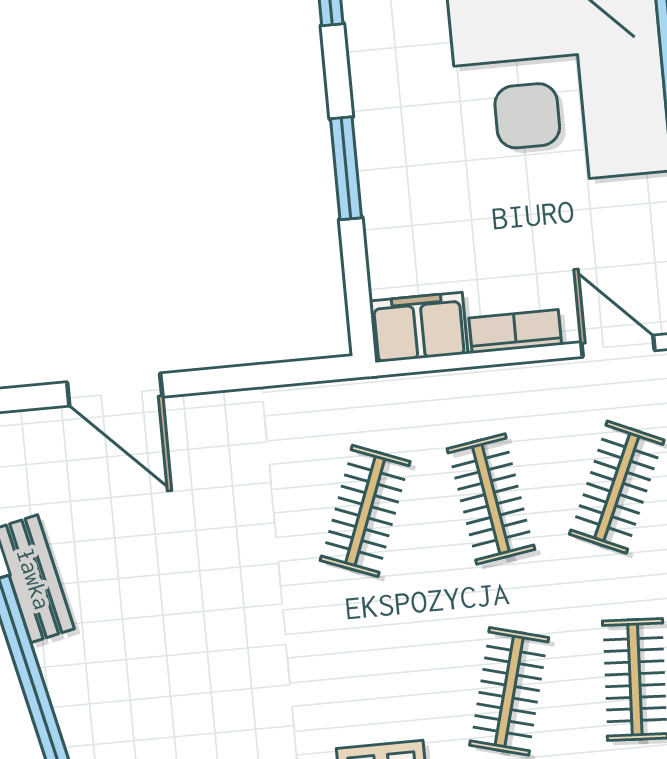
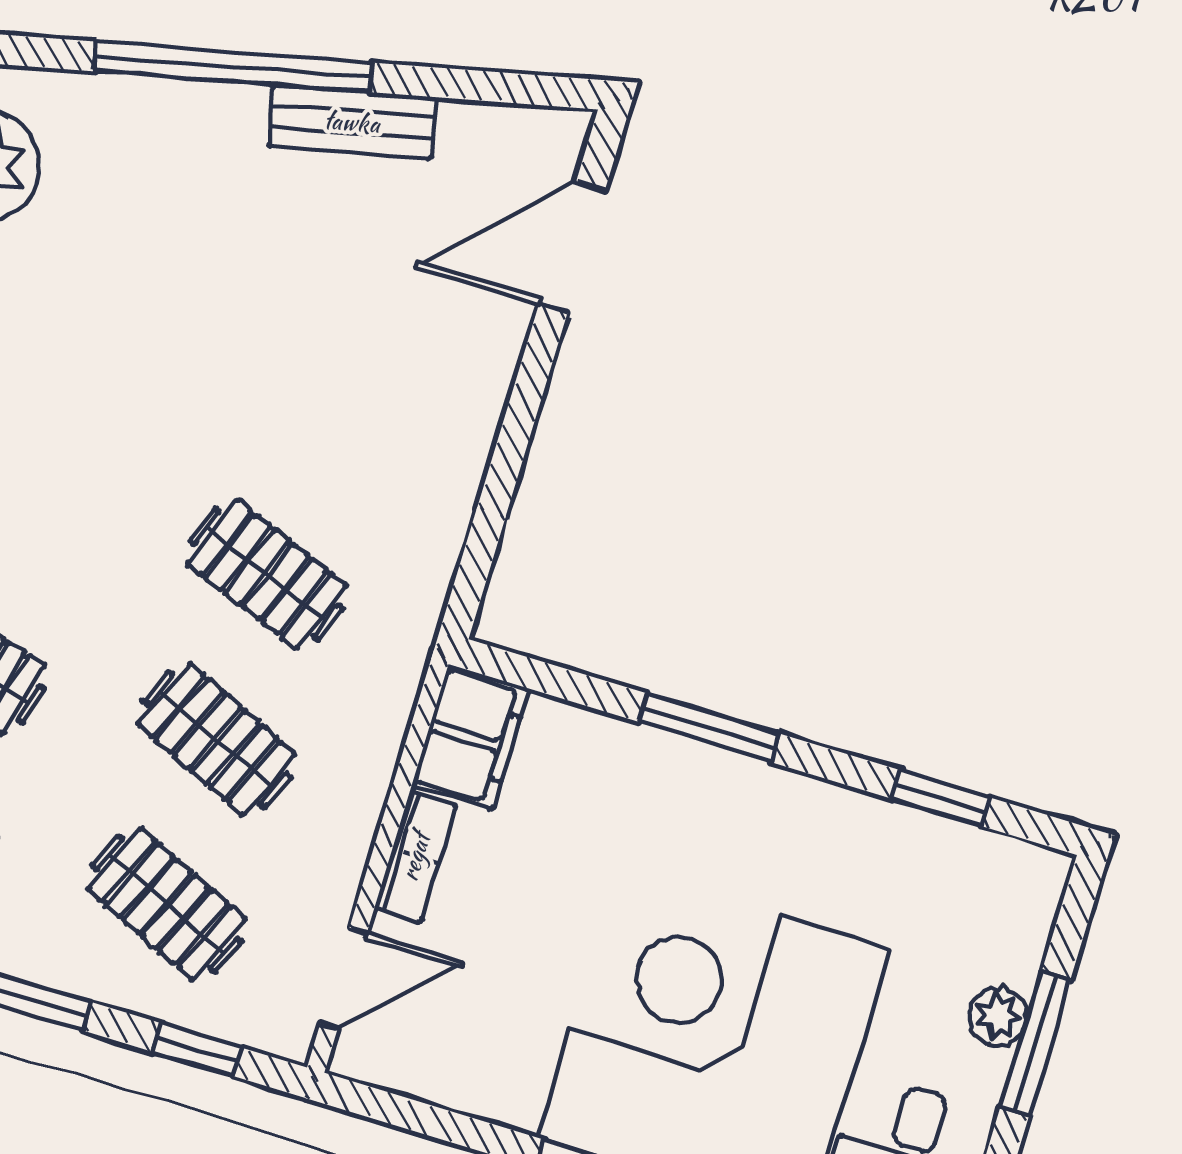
door: (115, 389) -> (572, 247), moved
clothes rail: (491, 499) -> (217, 739), turned 33

